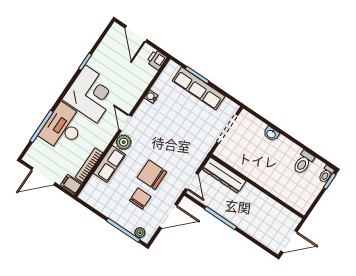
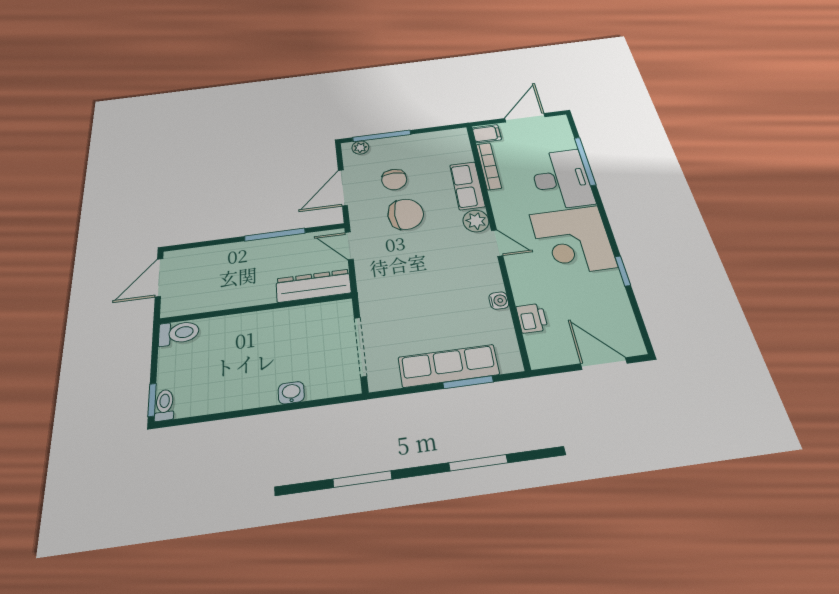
printer: (157, 60) -> (532, 318), moved
toilet: (303, 162) -> (179, 333), moved, turned 90

